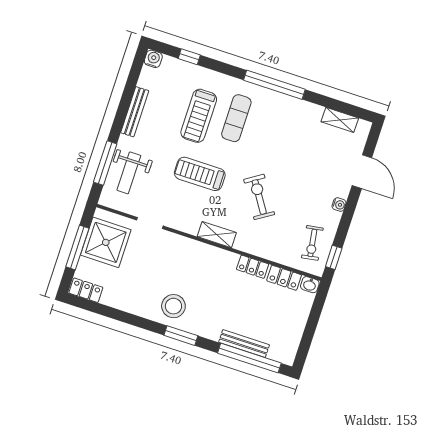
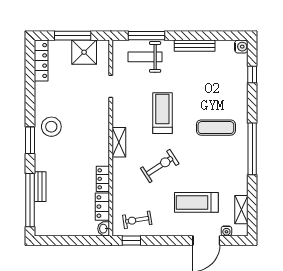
treadmill: (199, 116) -> (196, 202), moved
water cooler: (339, 205) -> (226, 231), moved
shower: (106, 242) -> (84, 52), width x0.73, depth x0.73
locker: (86, 290) -> (41, 61), width x1.53
bench: (244, 344) -> (40, 187), width x0.73

